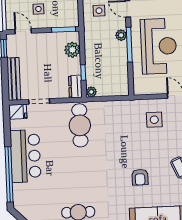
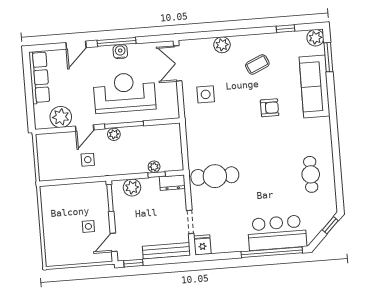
plant: (91, 92) -> (154, 167), moved
bar counter: (25, 156) -> (277, 233), moved

